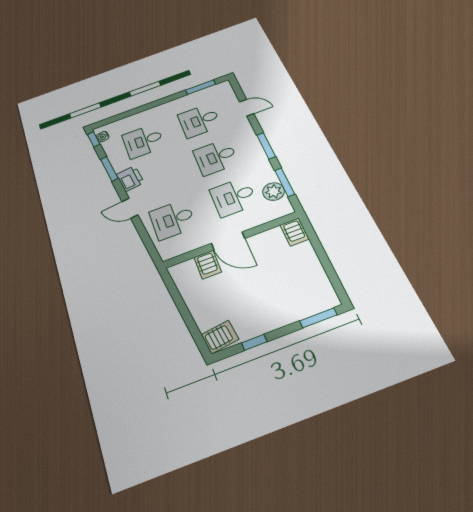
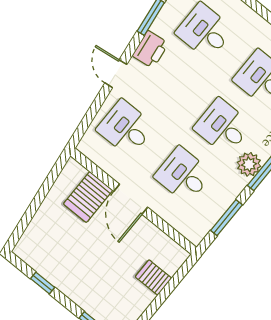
plant: (274, 192) -> (249, 164), moved
server rack: (295, 232) -> (153, 277), moved, turned 90
server rack: (208, 265) -> (88, 197), width x1.36, depth x1.44
server rack: (220, 337) -> (31, 249), removed

